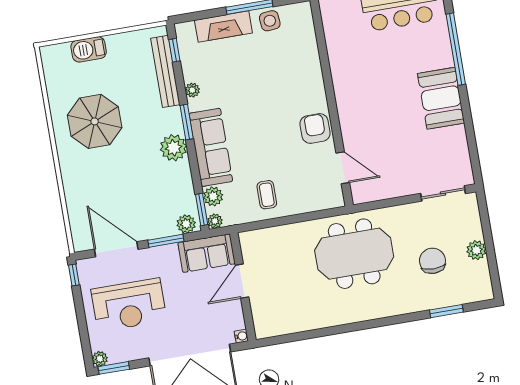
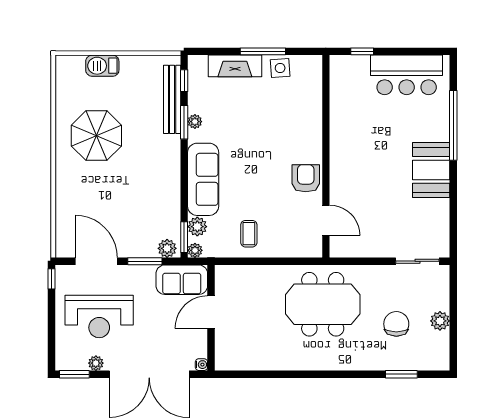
window: (187, 122) -> (184, 122), moved
plant: (174, 148) -> (167, 174), removed
plant: (100, 359) -> (96, 363), moved

